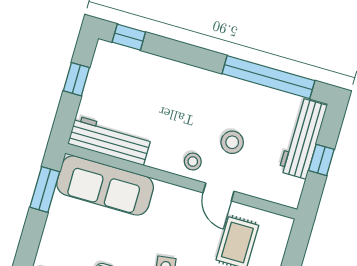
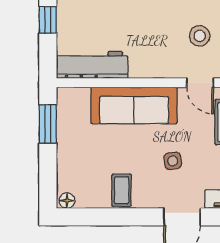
stool: (193, 162) -> (170, 63), removed
sofa: (105, 185) -> (134, 105), moved

